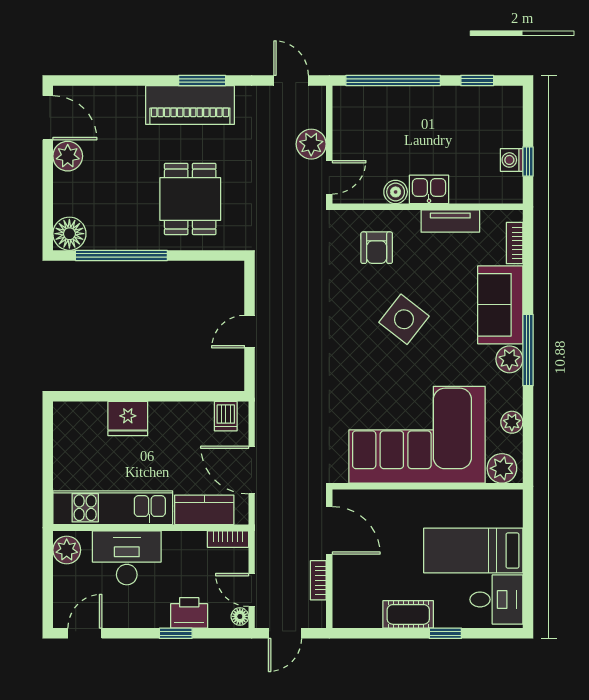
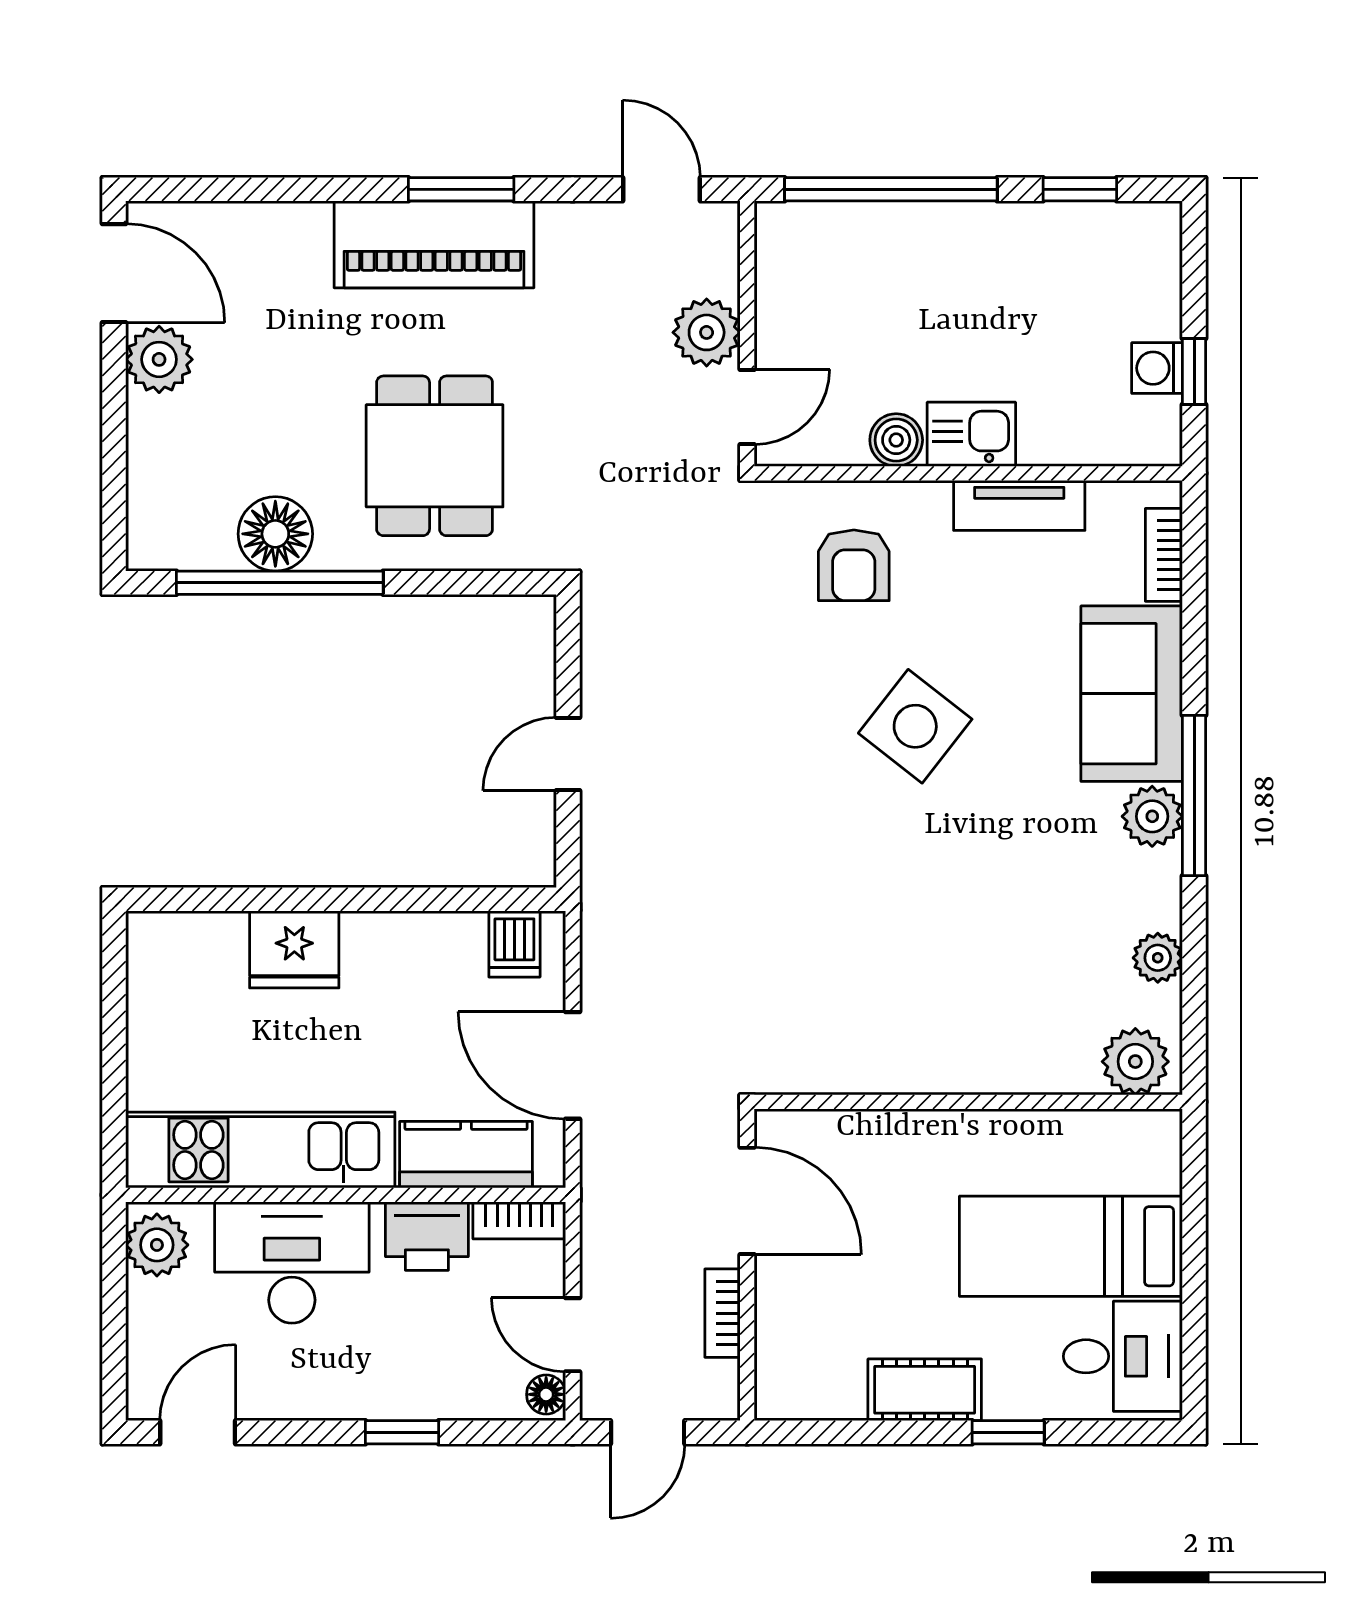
floor lamp: (69, 234) -> (275, 534), moved
corner sofa: (417, 435) -> (944, 986), removed
printer: (189, 613) -> (427, 1236), moved, turned 180

